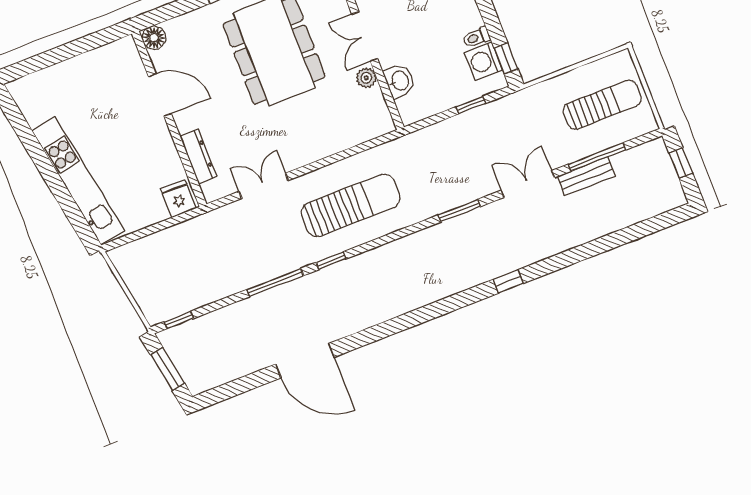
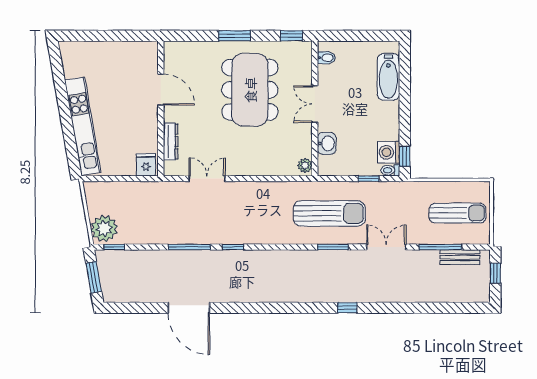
toilet: (476, 37) -> (390, 170), moved
floor lamp: (154, 38) -> (172, 49), removed
plant: (366, 78) -> (305, 165), moved
bench: (586, 176) -> (460, 257), moved
sun lounger: (351, 205) -> (329, 213), moved
plant: (157, 301) -> (104, 228), added

